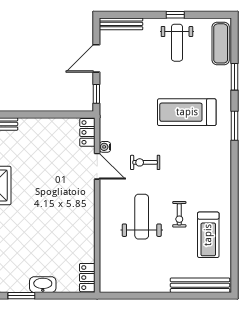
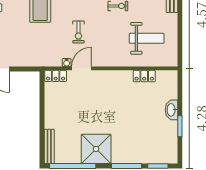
window: (96, 94) -> (26, 69), removed
weight bench: (142, 217) -> (147, 38), moved, turned 180
locker: (87, 278) -> (144, 76), moved

